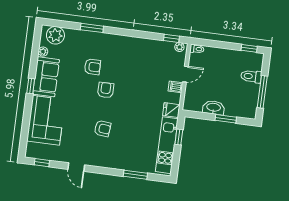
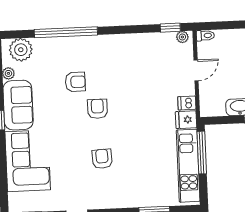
window: (92, 28) -> (66, 32), width x2.11
dishwasher: (175, 87) -> (187, 103), moved
armchair: (103, 129) -> (102, 159), turned -99
window: (179, 137) -> (202, 153), width x2.17

